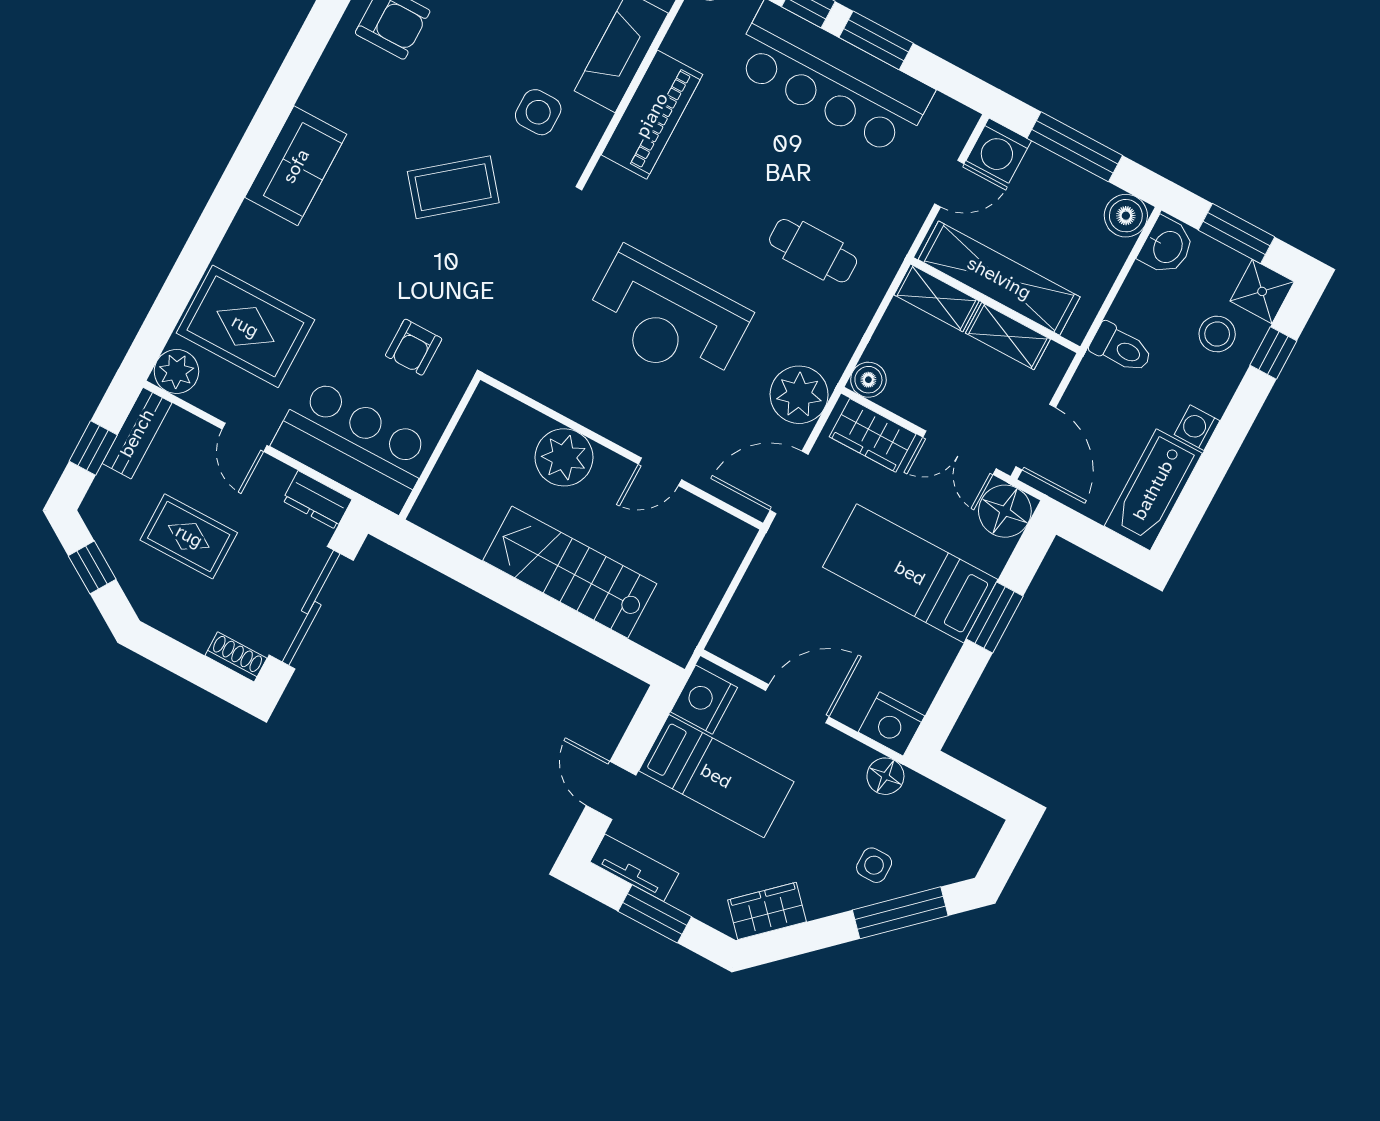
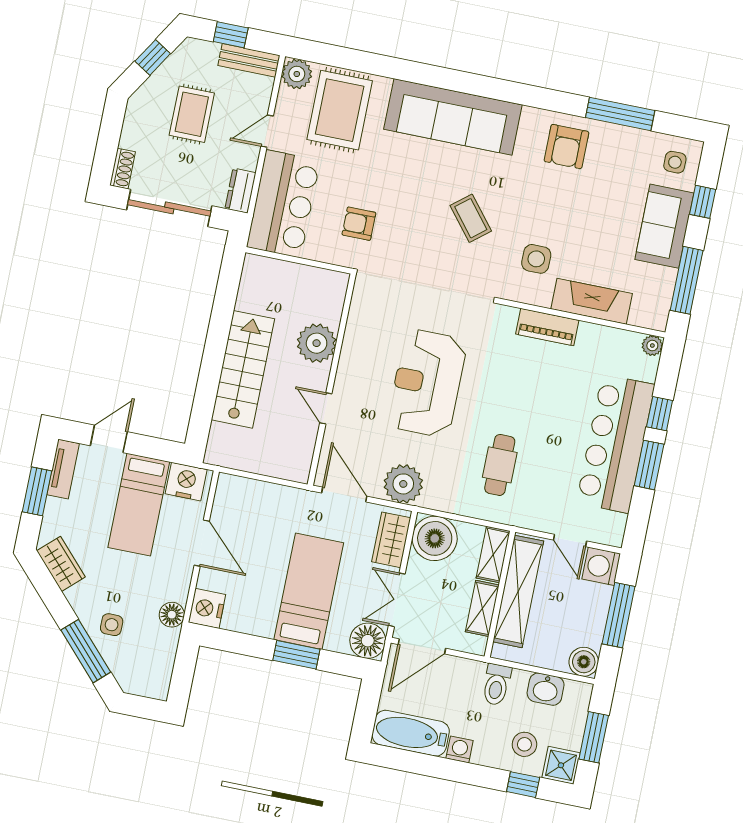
piano: (652, 115) -> (547, 327), width x0.73, depth x0.75
sofa: (296, 166) -> (453, 117), width x1.85, depth x1.27
coffee table: (453, 187) -> (471, 218), width x0.73, depth x0.77
washbasin: (1167, 246) -> (546, 689), moved
boiler: (868, 380) -> (435, 538), width x1.86, depth x1.86

